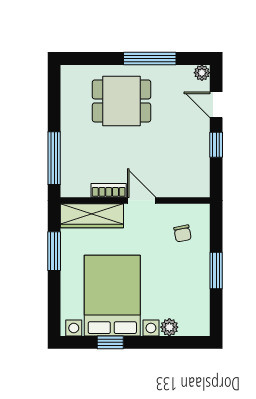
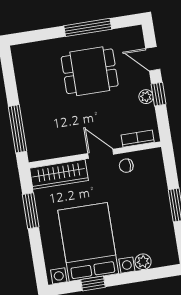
plant: (202, 73) -> (146, 97), moved
dining table: (122, 101) -> (90, 71), moved
bookcase: (109, 190) -> (138, 139), moved
chair: (183, 233) -> (126, 166), moved, turned 101

